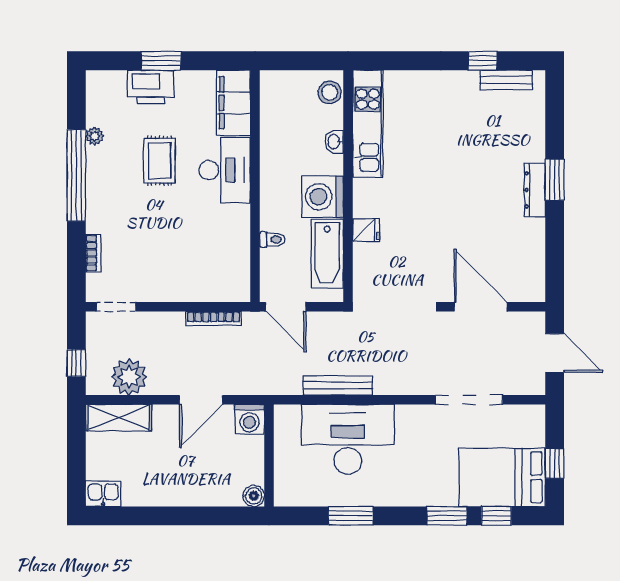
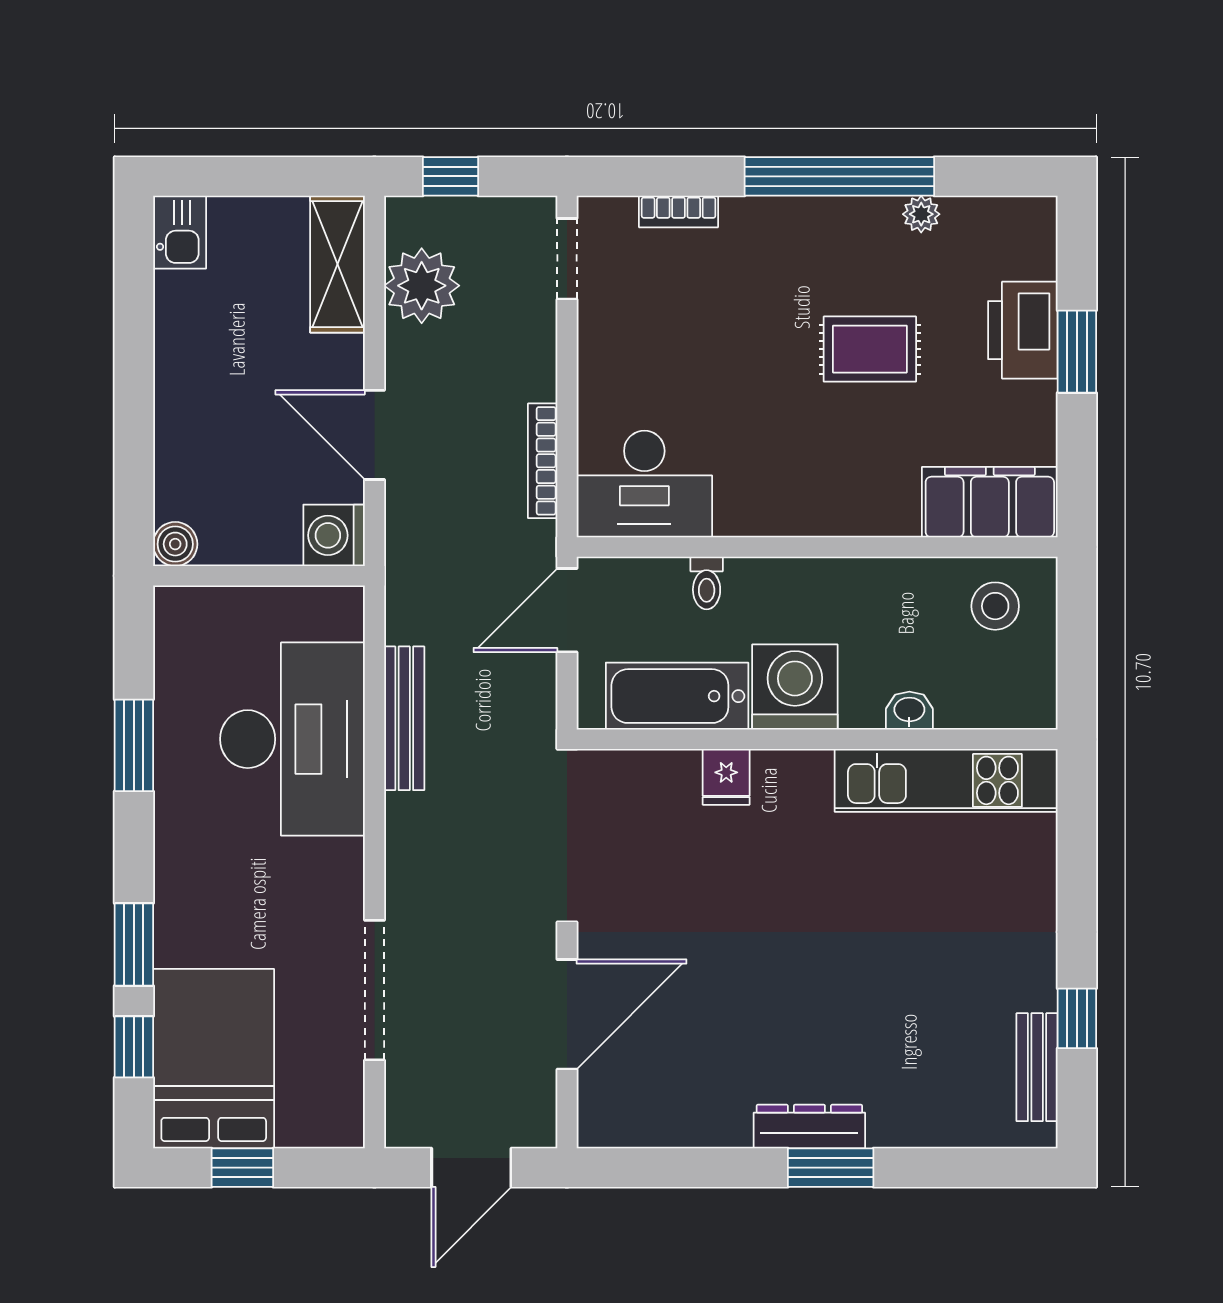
stool: (330, 92) -> (995, 606), moved
desk: (225, 170) -> (644, 484), moved

